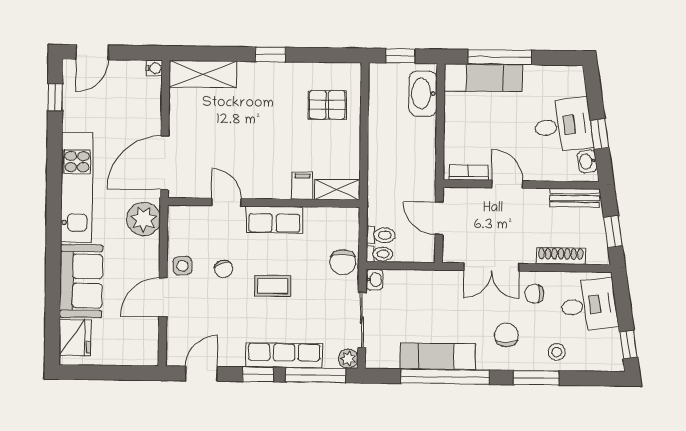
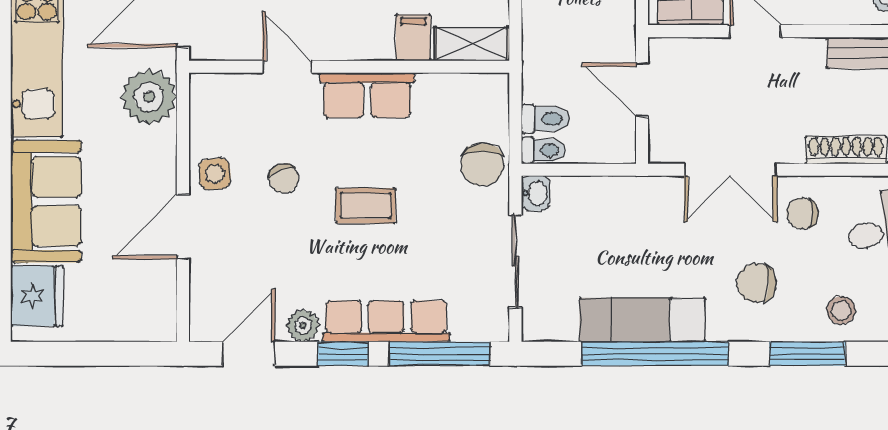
chair: (506, 335) -> (757, 283), turned -90
plant: (348, 359) -> (303, 326), moved

